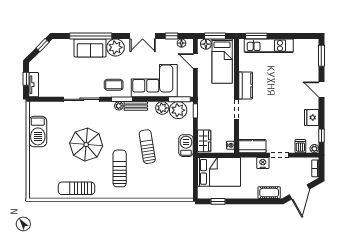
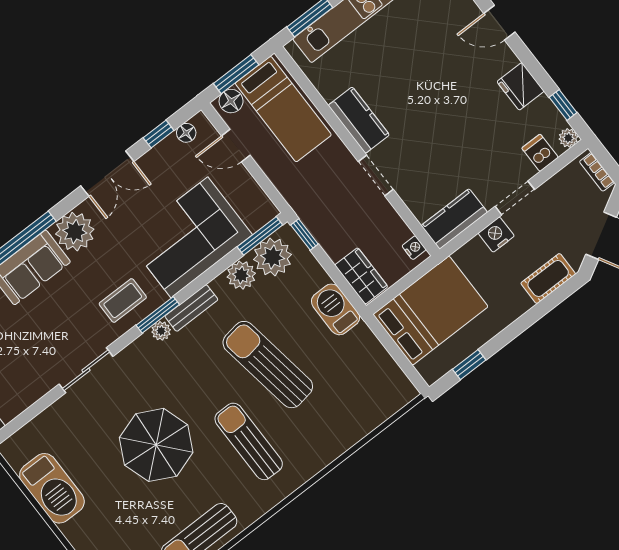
sliding door: (82, 99) -> (86, 370), width x0.73
sun lounger: (147, 147) -> (268, 365), width x1.36, depth x1.34

